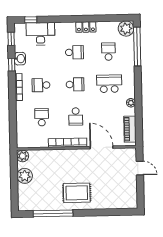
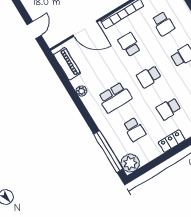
door: (140, 168) -> (34, 30), swing flipped

